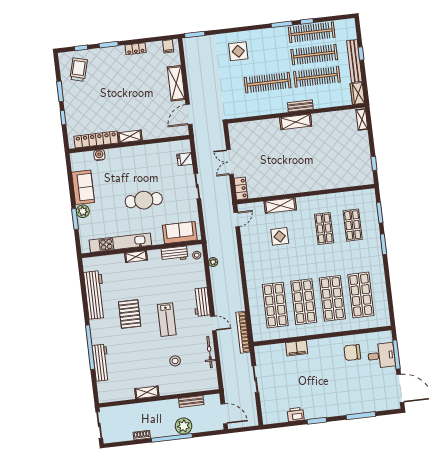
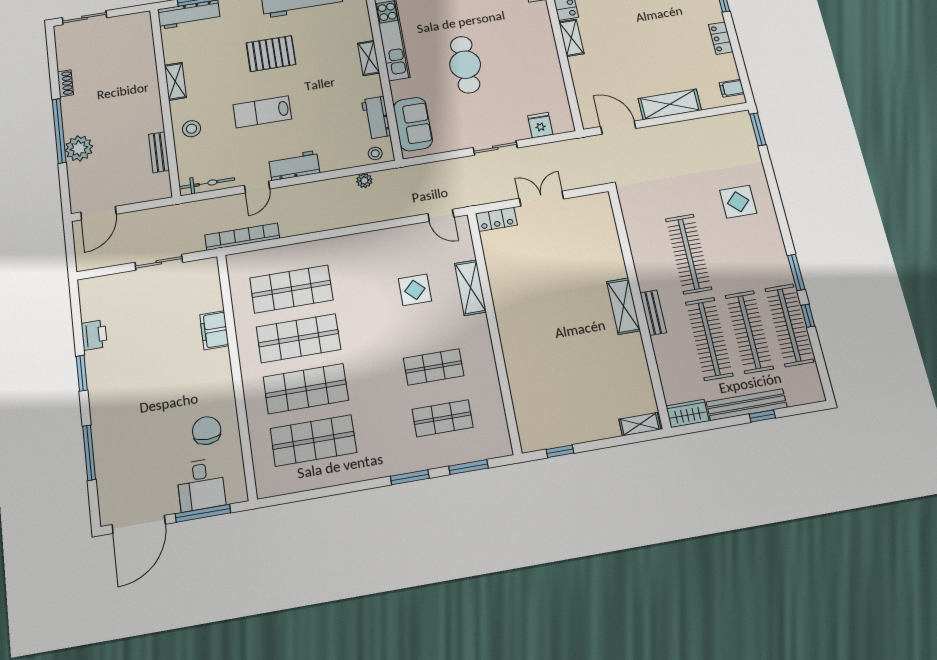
shelving: (147, 392) -> (175, 81), moved
wall: (159, 398) -> (165, 101), moved
bench: (191, 402) -> (159, 152), moved

